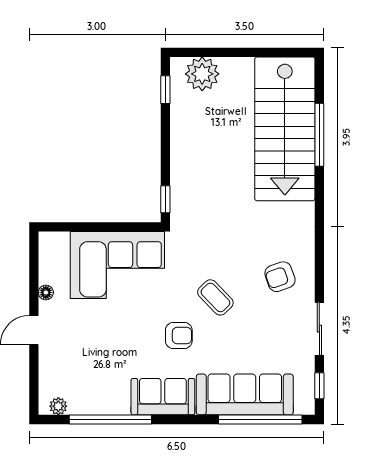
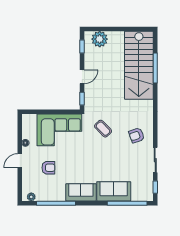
door: (165, 153) -> (82, 77), added
coffee table: (215, 297) -> (103, 129), moved
armchair: (179, 336) -> (48, 168), moved
sofa: (245, 394) -> (114, 191), width x0.73

